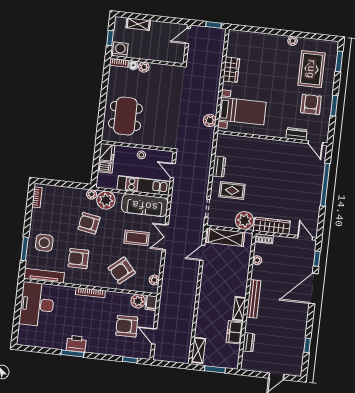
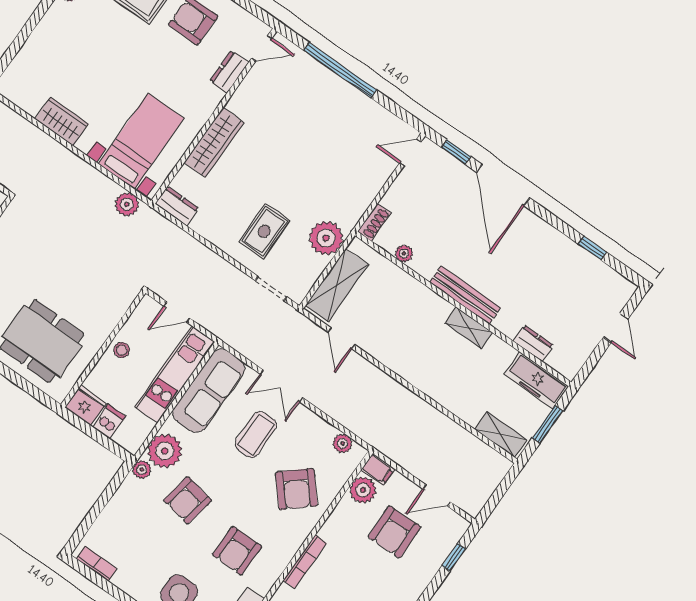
dresser: (219, 167) -> (177, 206), moved
wardrobe: (272, 226) -> (214, 142), moved, turned 180
freezer: (235, 332) -> (536, 380), moved, width x1.40

